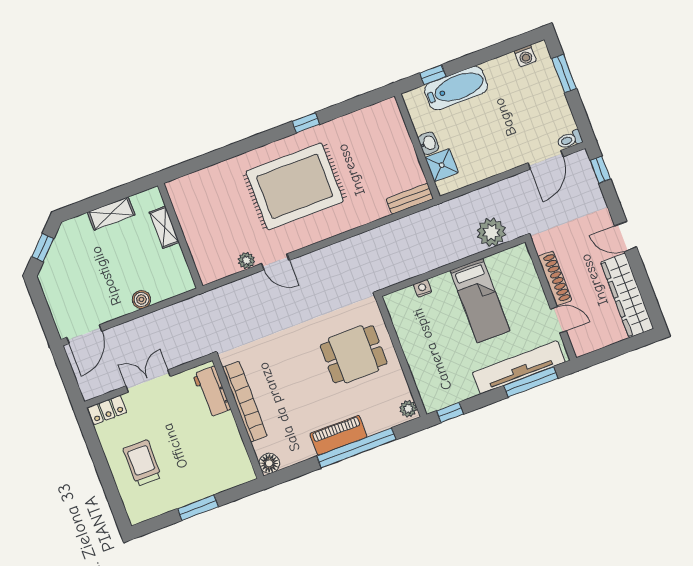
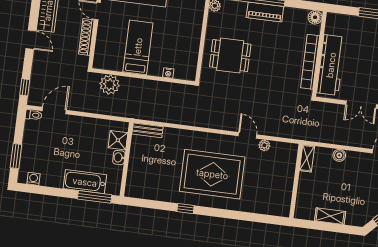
window: (433, 75) -> (95, 197), width x2.17
shelving: (164, 227) -> (307, 158), moved
workbench: (212, 392) -> (331, 65), width x1.88, depth x1.32

